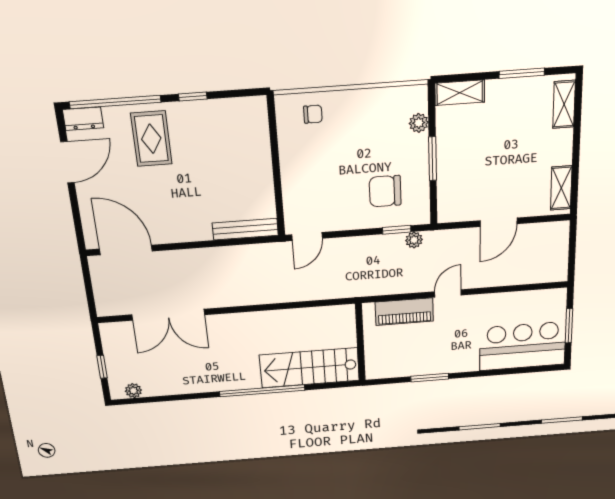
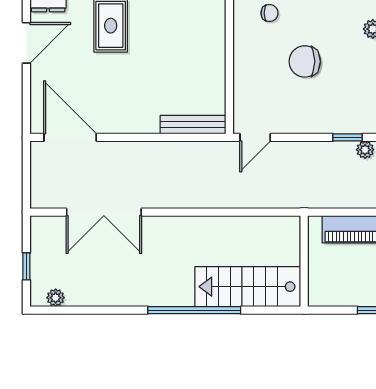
chair: (385, 191) -> (305, 61), moved

